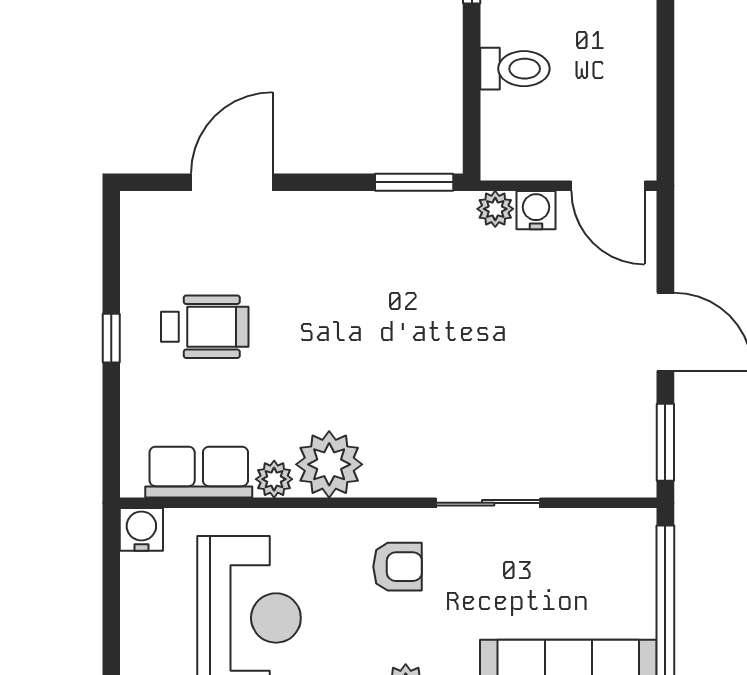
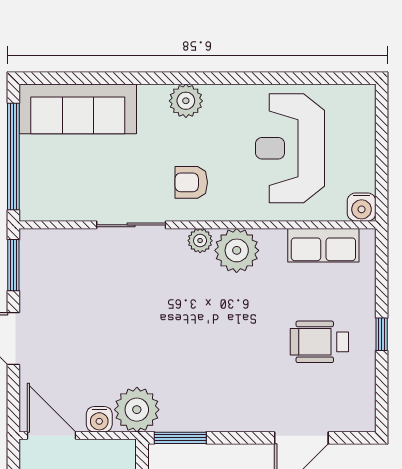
plant: (495, 209) -> (137, 410), width x1.87, depth x1.87
plant: (274, 479) -> (200, 241), moved

